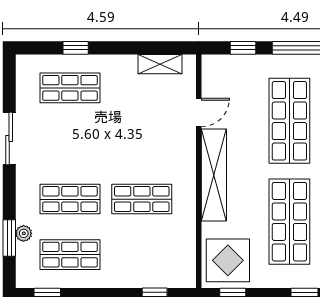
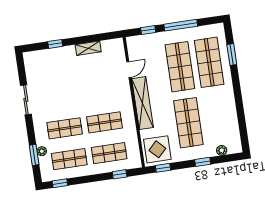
shelving: (160, 64) -> (88, 48), moved
shop shelf: (70, 88) -> (109, 153), moved

